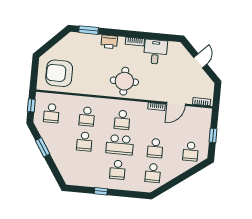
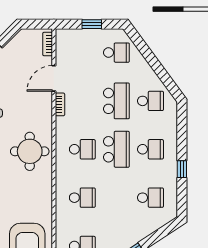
door: (176, 104) -> (54, 78), swing flipped
school desk: (84, 141) -> (150, 198), moved
school desk: (155, 148) -> (116, 101), width x1.85

